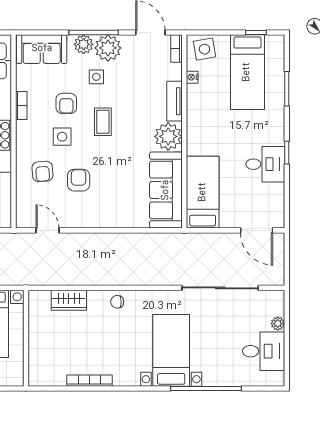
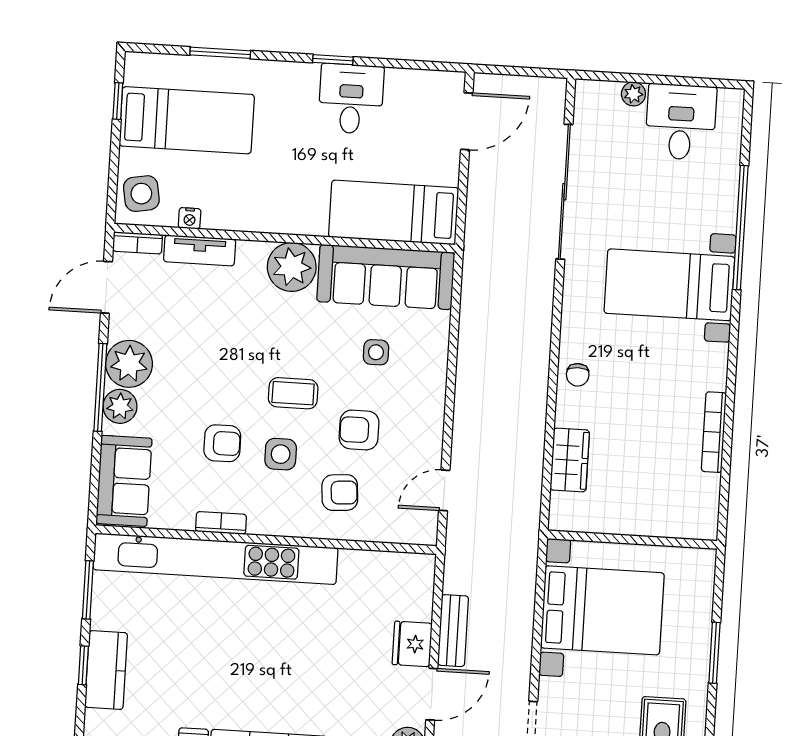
side table: (96, 77) -> (376, 352), moved
tv unit: (174, 101) -> (200, 250), moved
coffee table: (103, 122) -> (293, 393), moved

